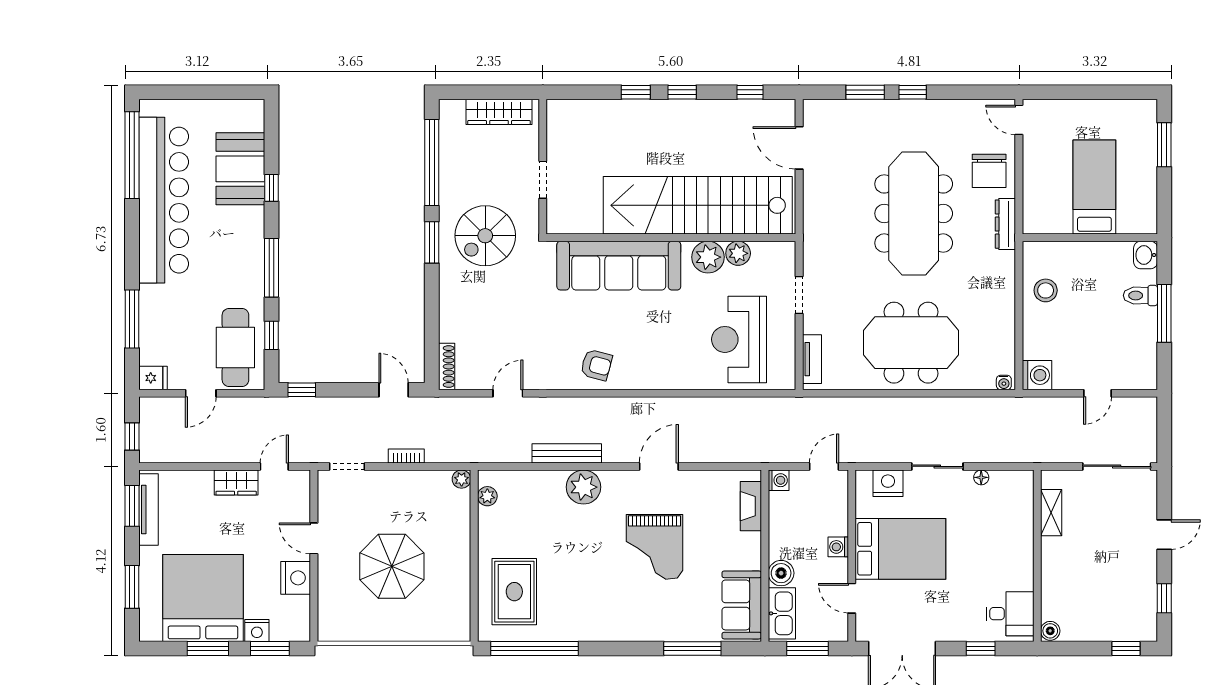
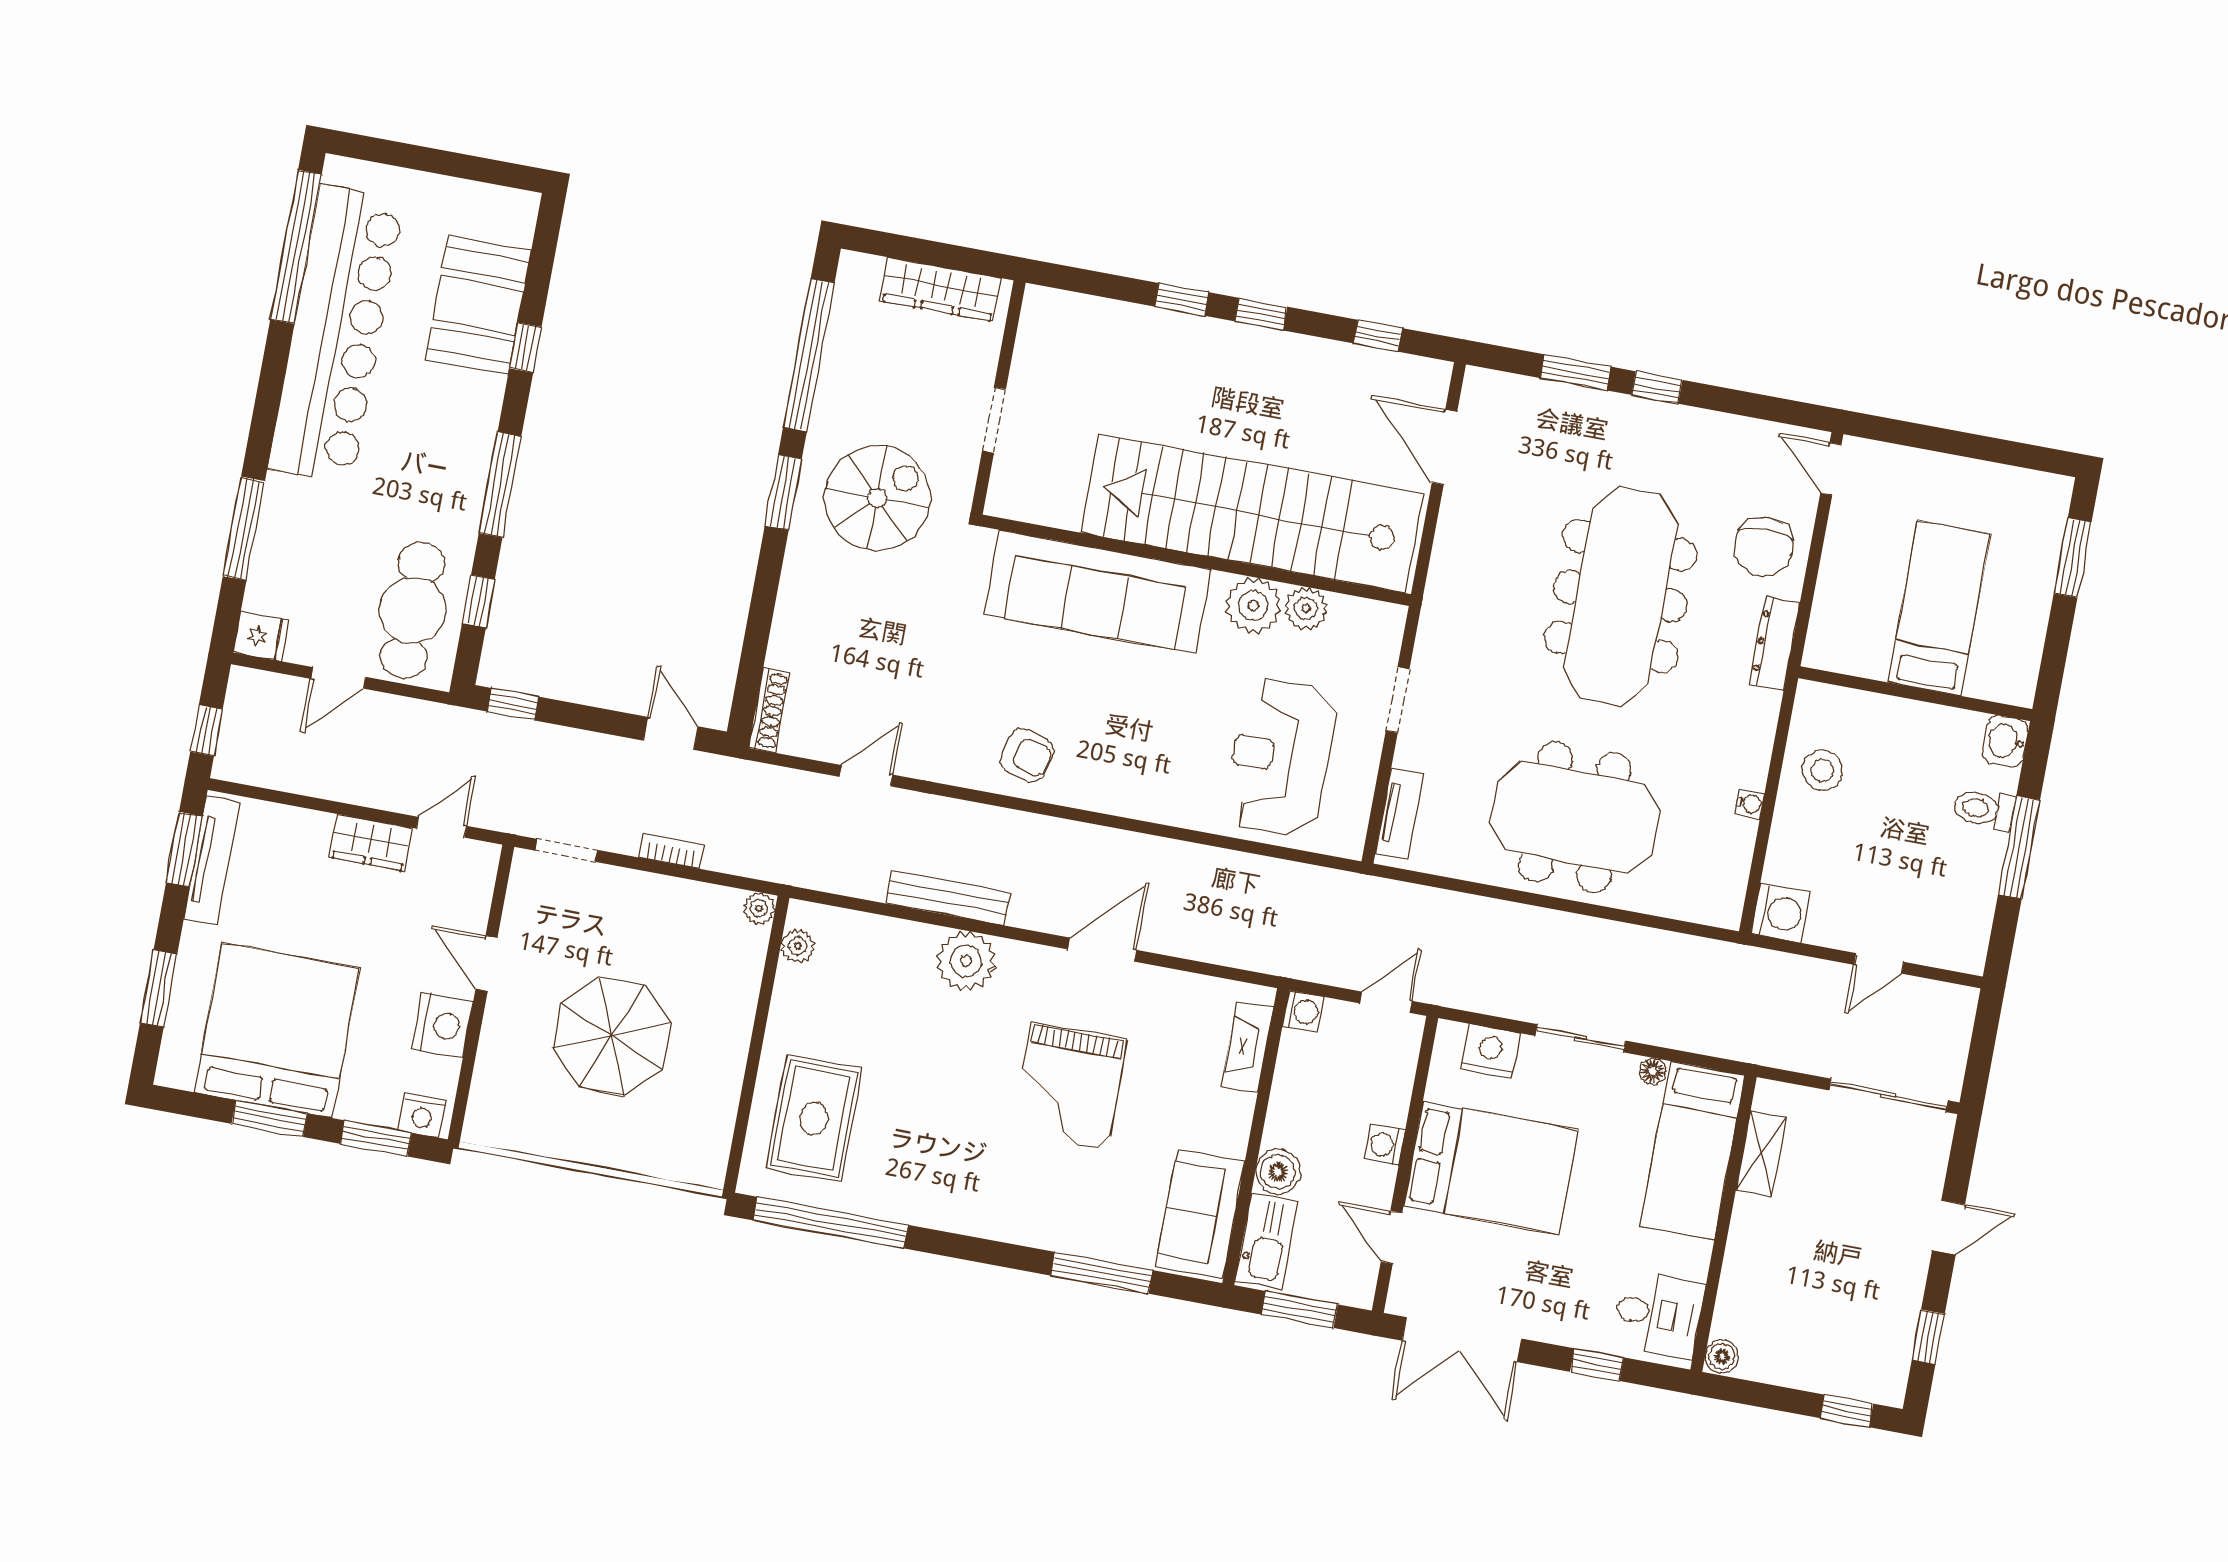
spiral stairs: (485, 236) -> (877, 498), turned 180
water cooler: (1004, 382) -> (1750, 804), moved, turned -90
bed: (1012, 518) -> (1693, 1150), added
nightstand: (257, 631) -> (422, 1115), moved

